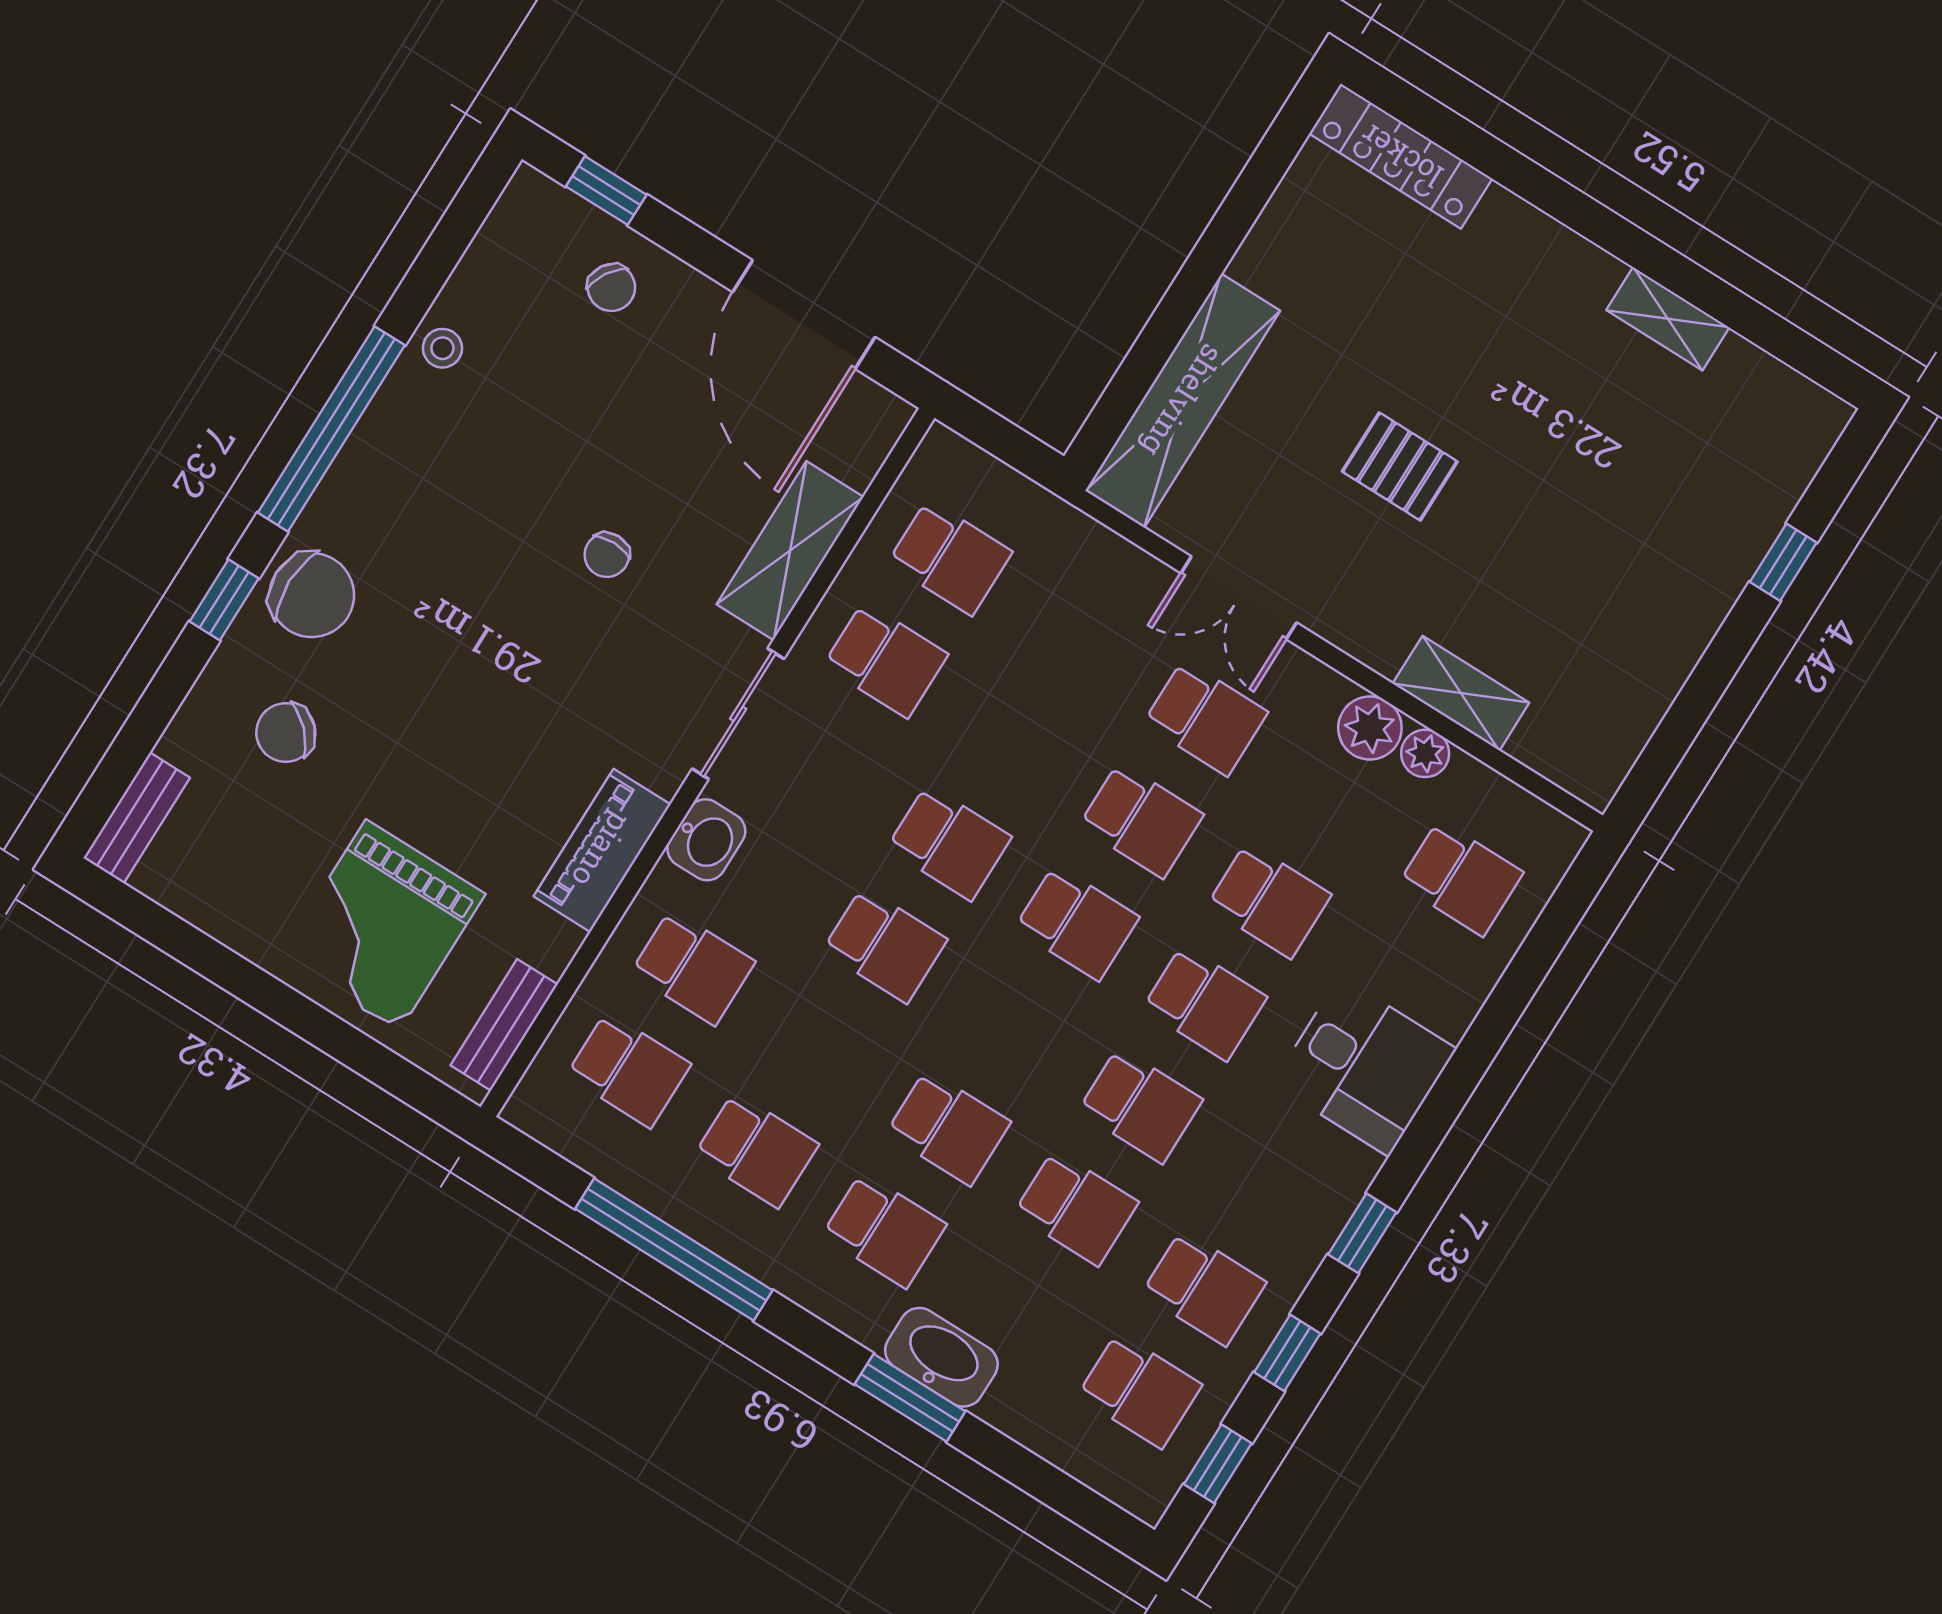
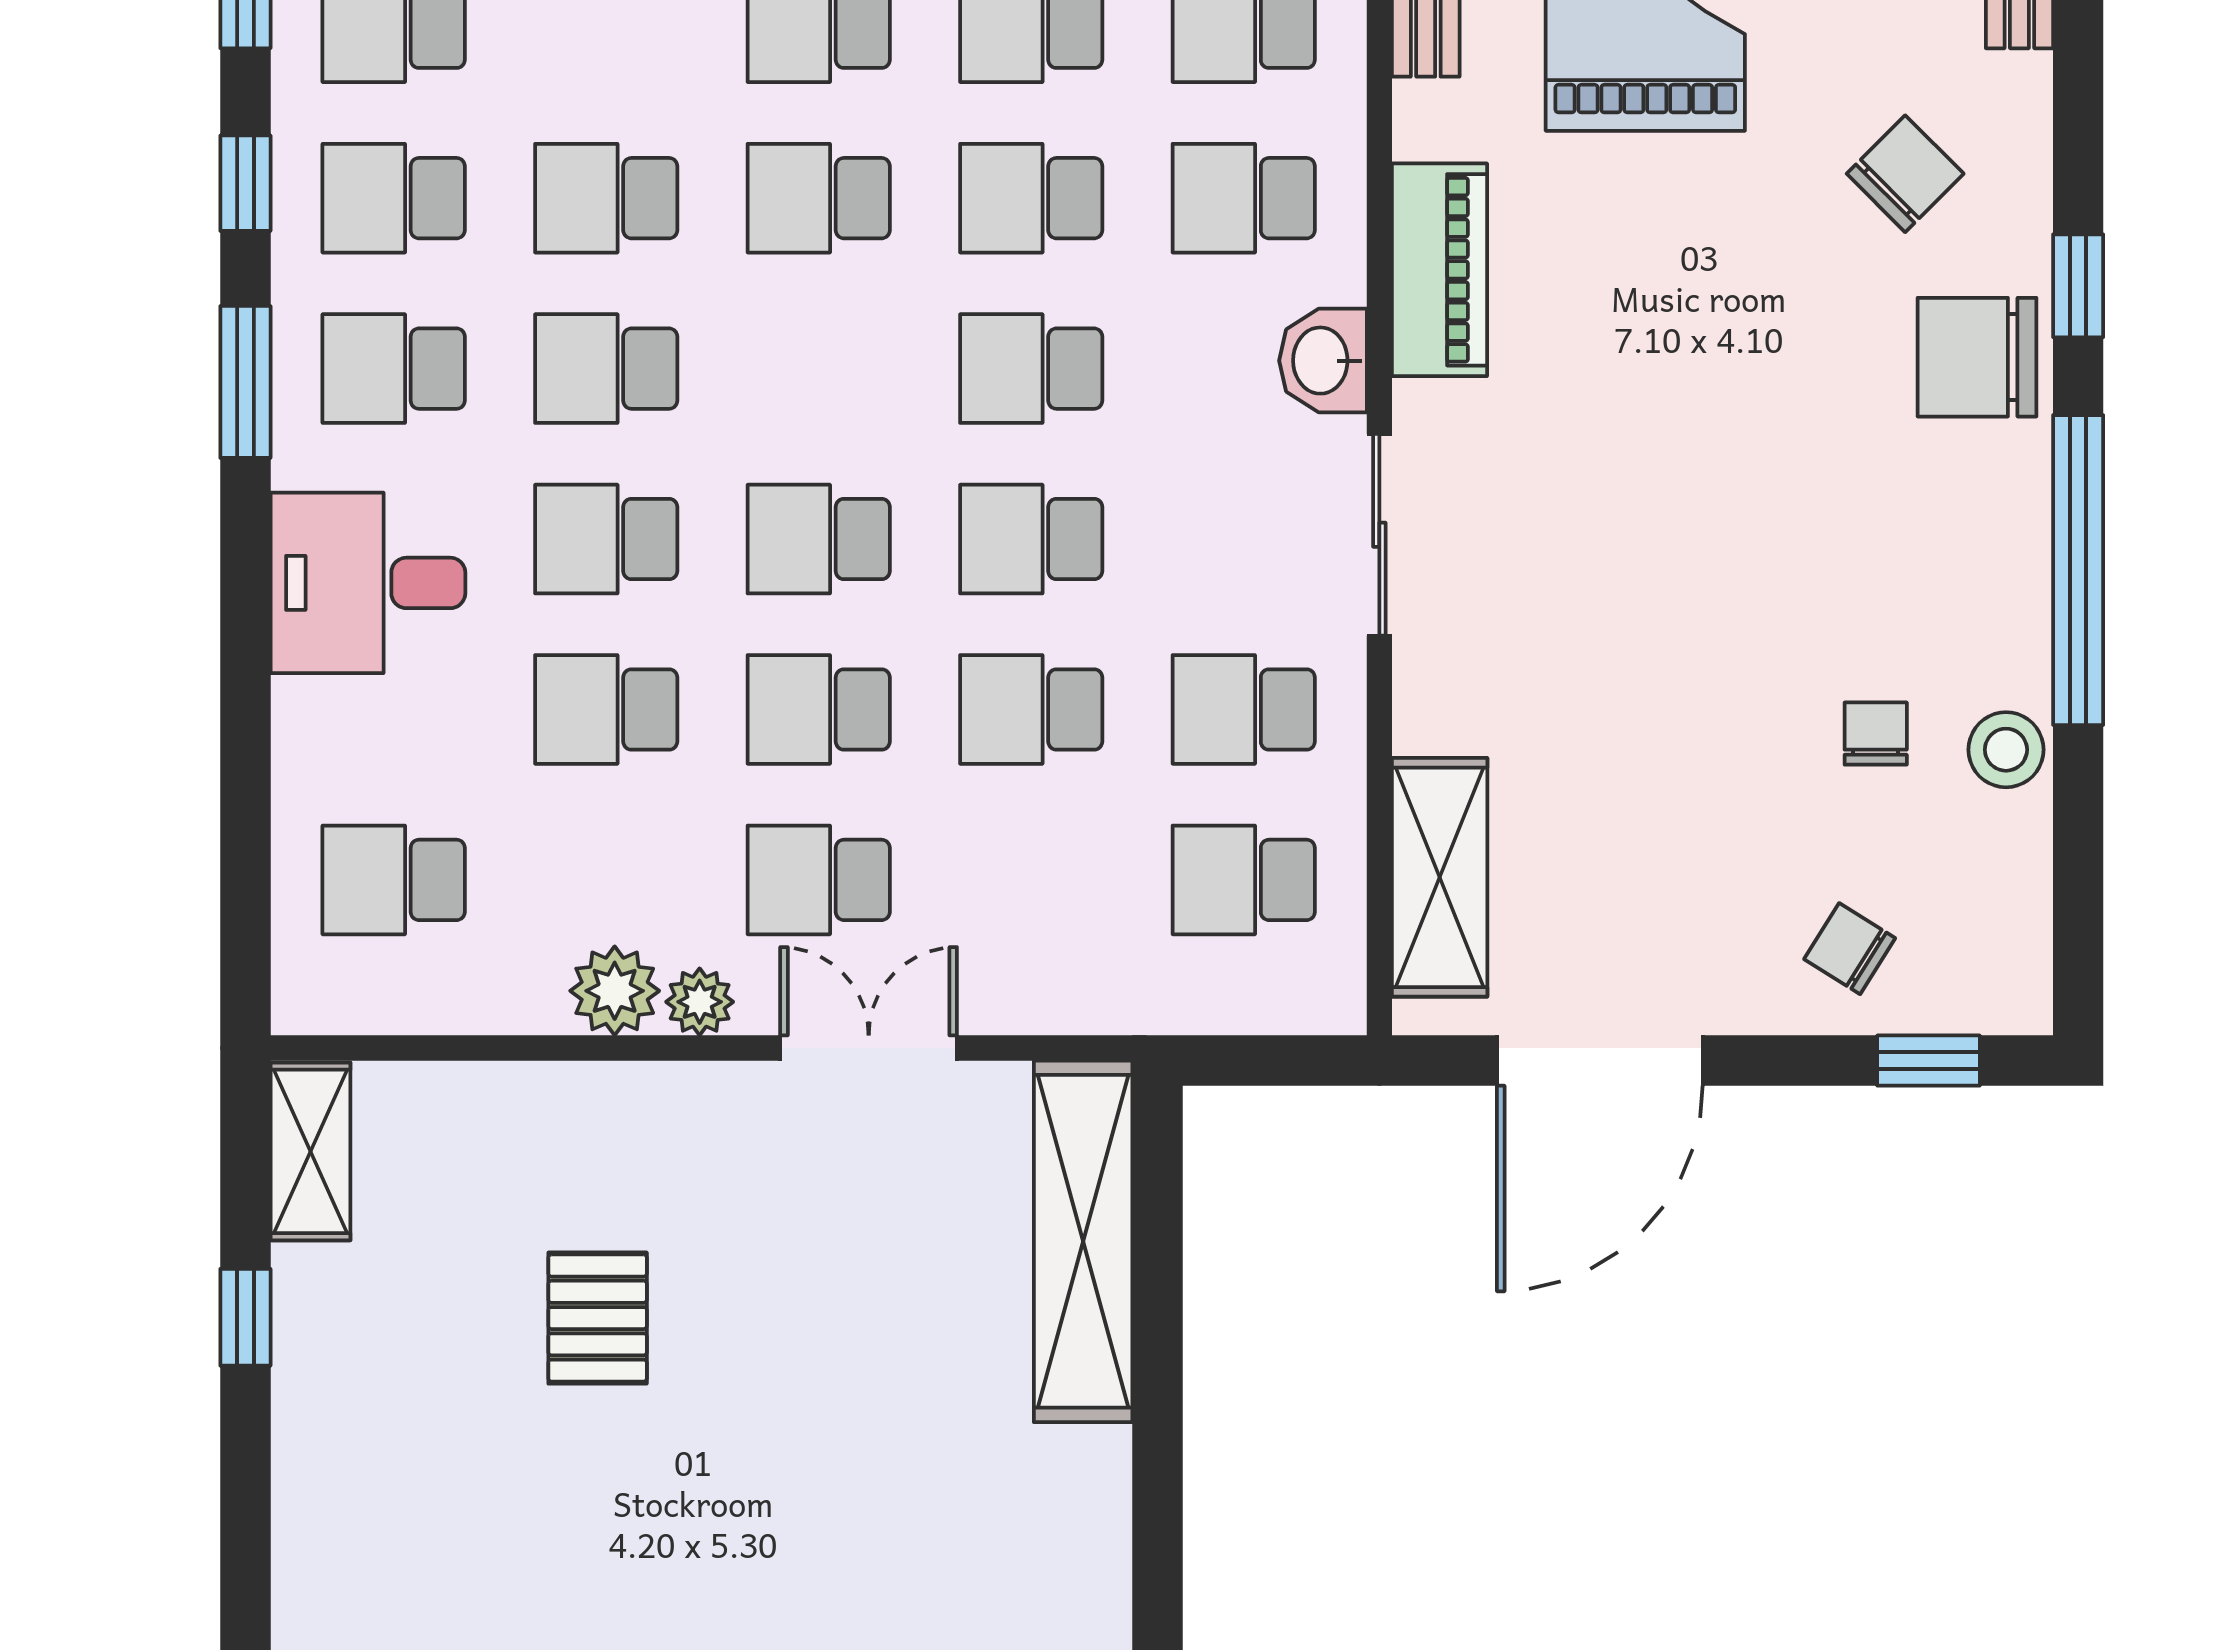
door: (804, 314) -> (1600, 1061), swing flipped
stool: (442, 348) -> (2006, 750), width x1.37, depth x1.37
pallet: (1400, 466) -> (598, 1318), moved, turned 90
shelving: (790, 551) -> (1440, 877), moved
chair: (607, 555) -> (1876, 734), moved
window: (1783, 562) -> (245, 1317), moved
shelving: (1461, 693) -> (310, 1151), moved, turned 90
school desk: (1013, 740) -> (1031, 709), added
plant: (1425, 753) -> (700, 1002), moved
school desk: (821, 1047) -> (1031, 198), added
school desk: (1268, 1185) -> (394, 369), added
window: (1362, 1233) -> (245, 382), width x1.50

